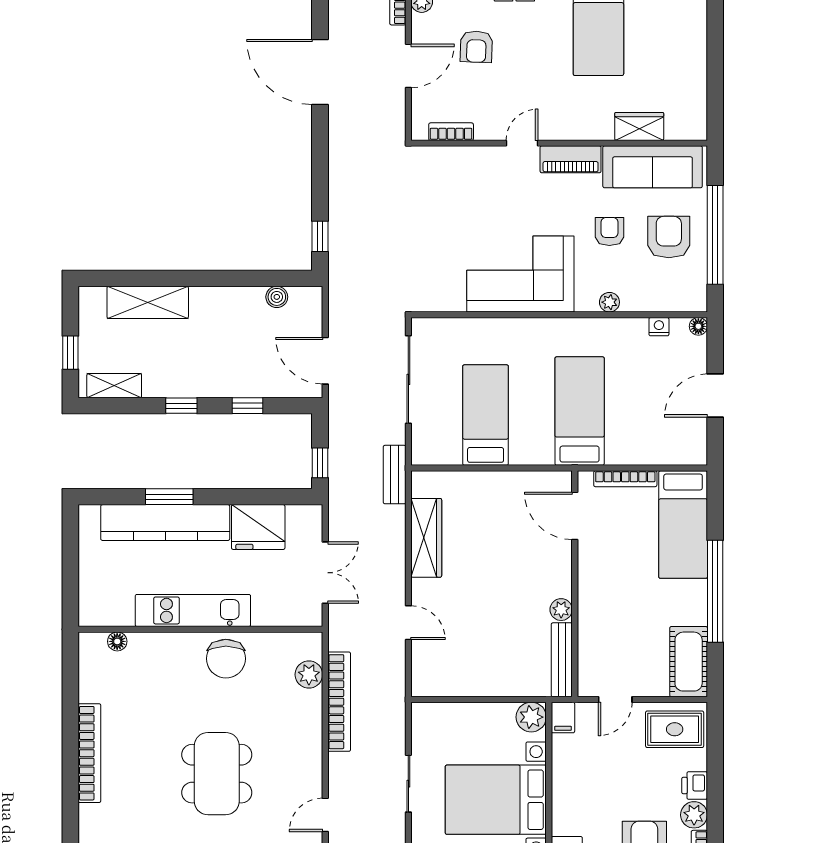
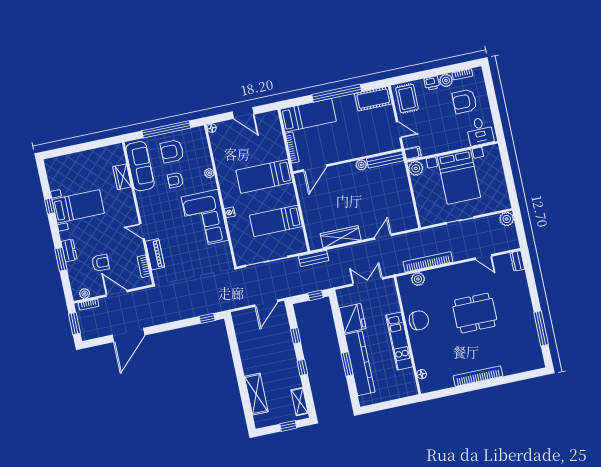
piano: (571, 159) -> (155, 254), moved
boiler: (277, 297) -> (241, 333), removed
nightstand: (659, 327) -> (230, 212), moved

